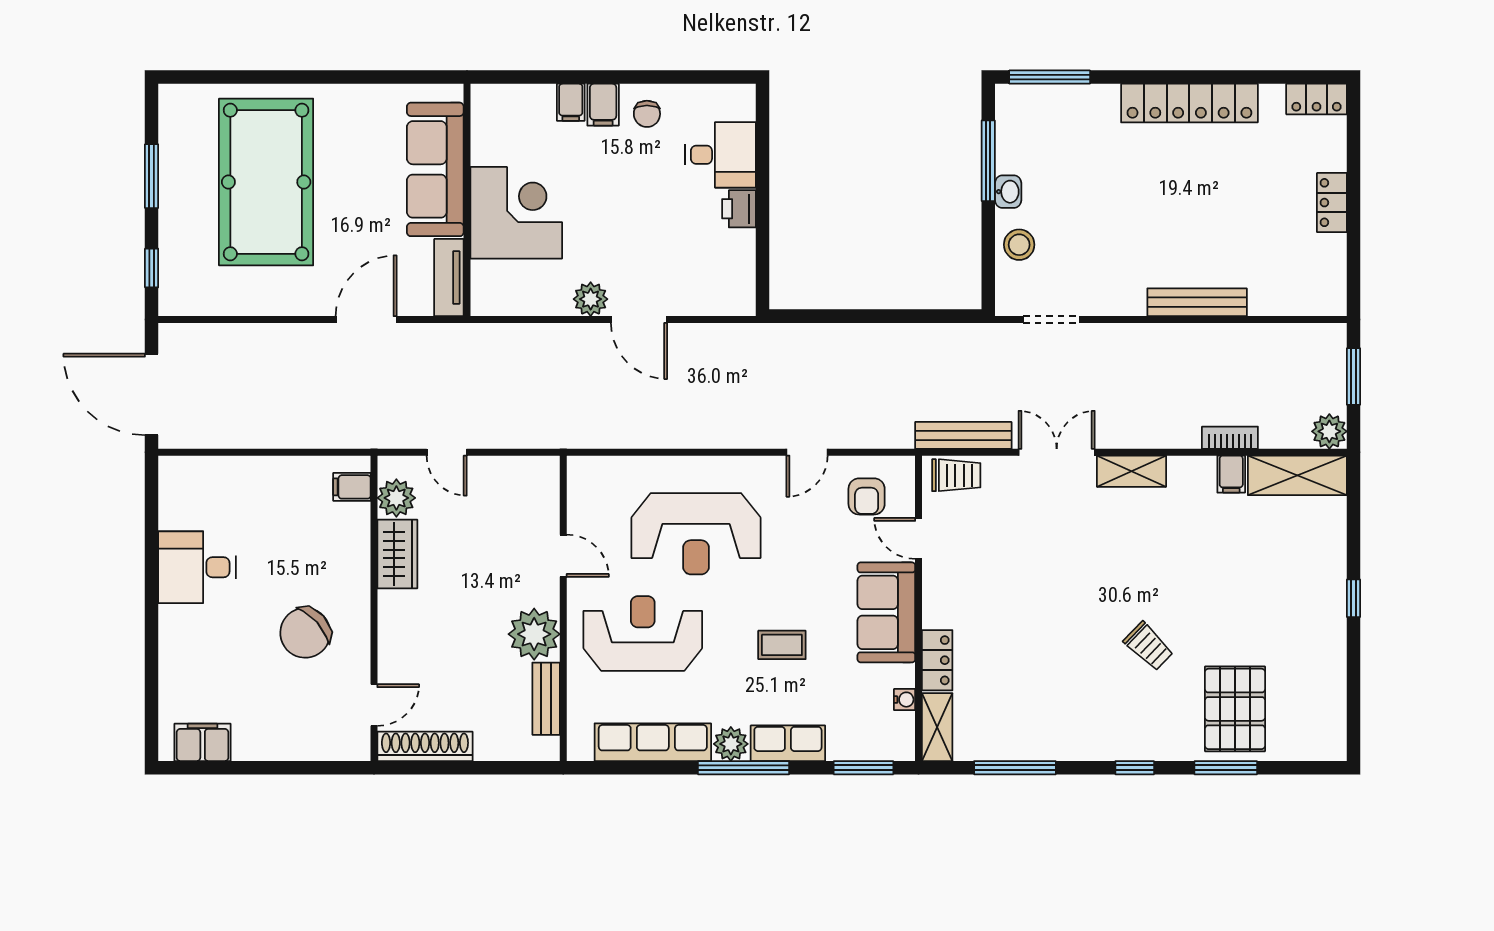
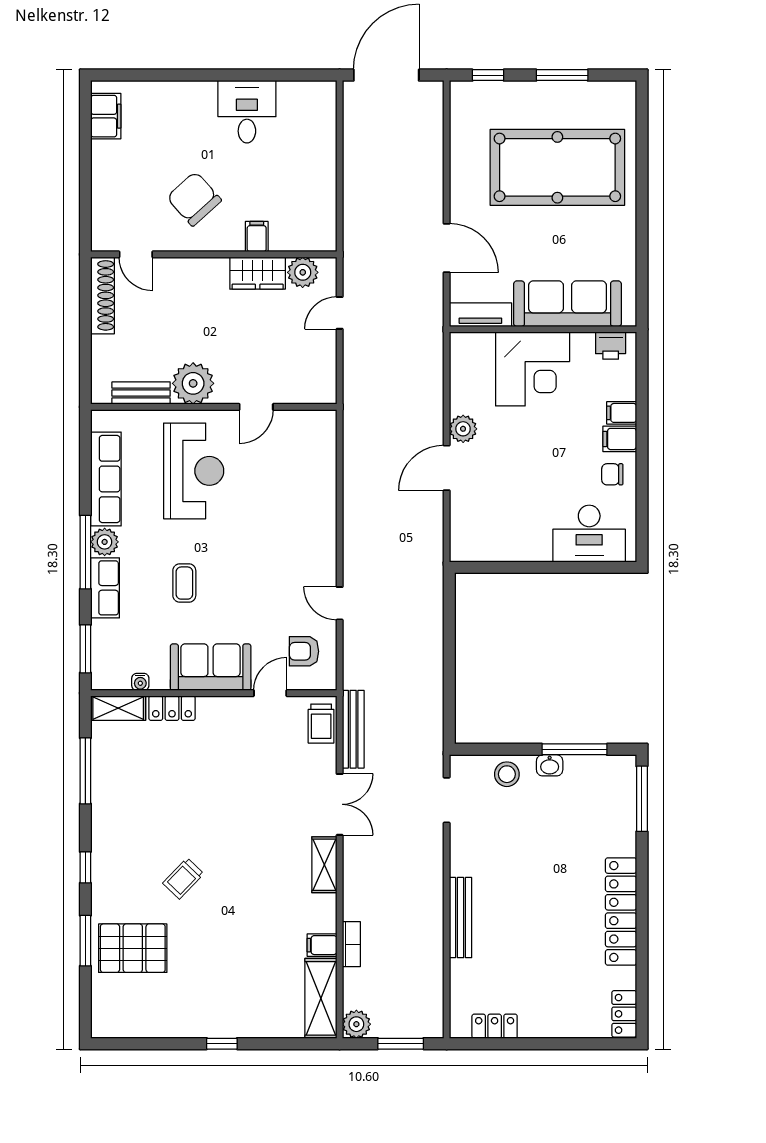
desk: (721, 155) -> (589, 534), width x1.37
locker: (1332, 203) -> (495, 1026), moved
printer: (739, 209) -> (611, 346), moved, turned 180
filing cabinet: (352, 487) -> (257, 237), moved
reception desk: (696, 534) -> (274, 514), removed

